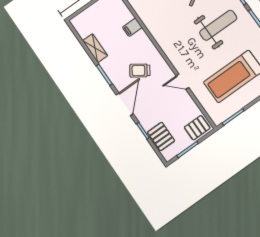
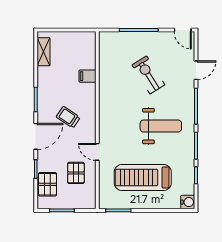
shelving: (95, 48) -> (44, 52), moved
pallet: (197, 128) -> (76, 173), moved, turned 90

